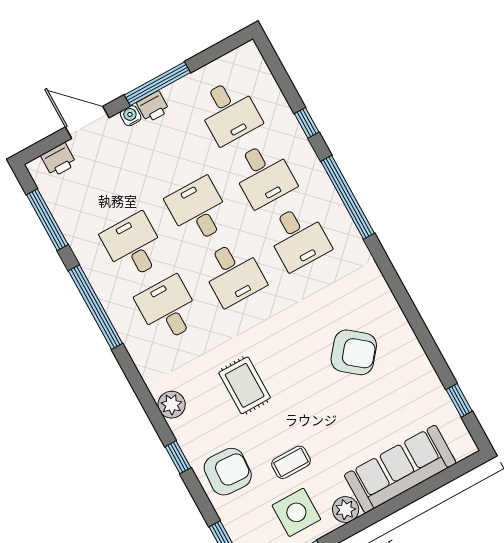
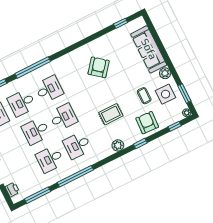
desk: (263, 175) -> (22, 103), turned 180

